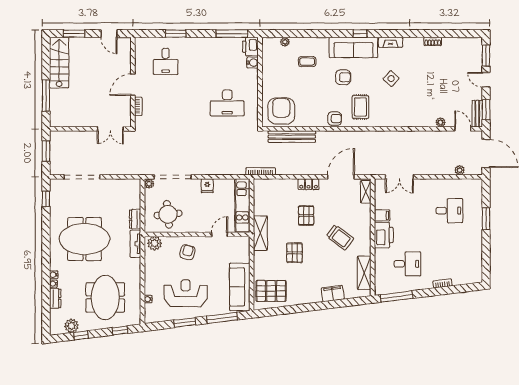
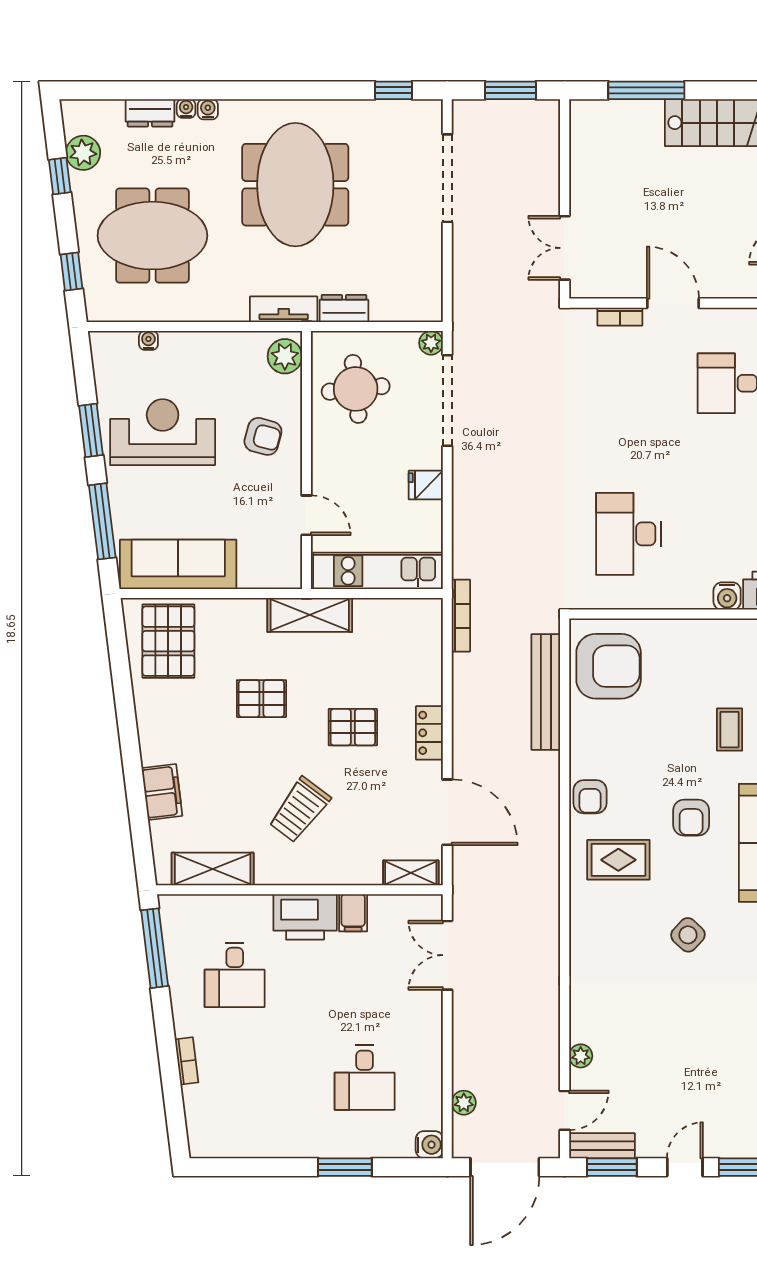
water cooler: (477, 184) -> (429, 1145), added
reception desk: (186, 293) -> (163, 432), turned -90

